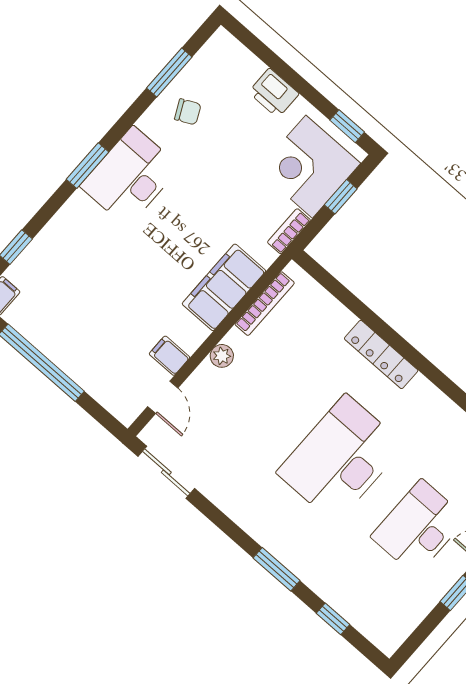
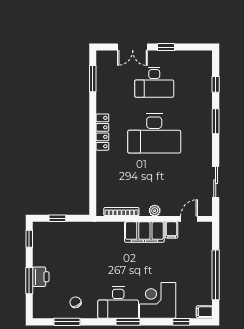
window: (283, 70) -> (29, 281), added
corner desk: (309, 167) -> (158, 300), moved, turned 180
bookcase: (289, 231) -> (87, 226), removed
filing cabinet: (224, 287) -> (144, 232), moved
locker: (381, 354) -> (102, 132), moved
sliding door: (166, 472) -> (216, 182), moved

